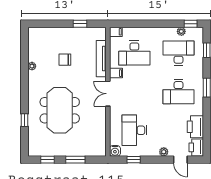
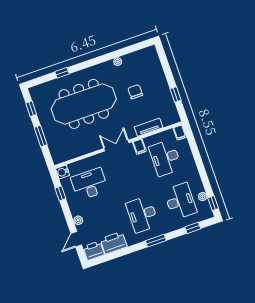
tv unit: (101, 59) -> (149, 127), width x0.71
meeting table: (60, 110) -> (84, 104), width x1.36

